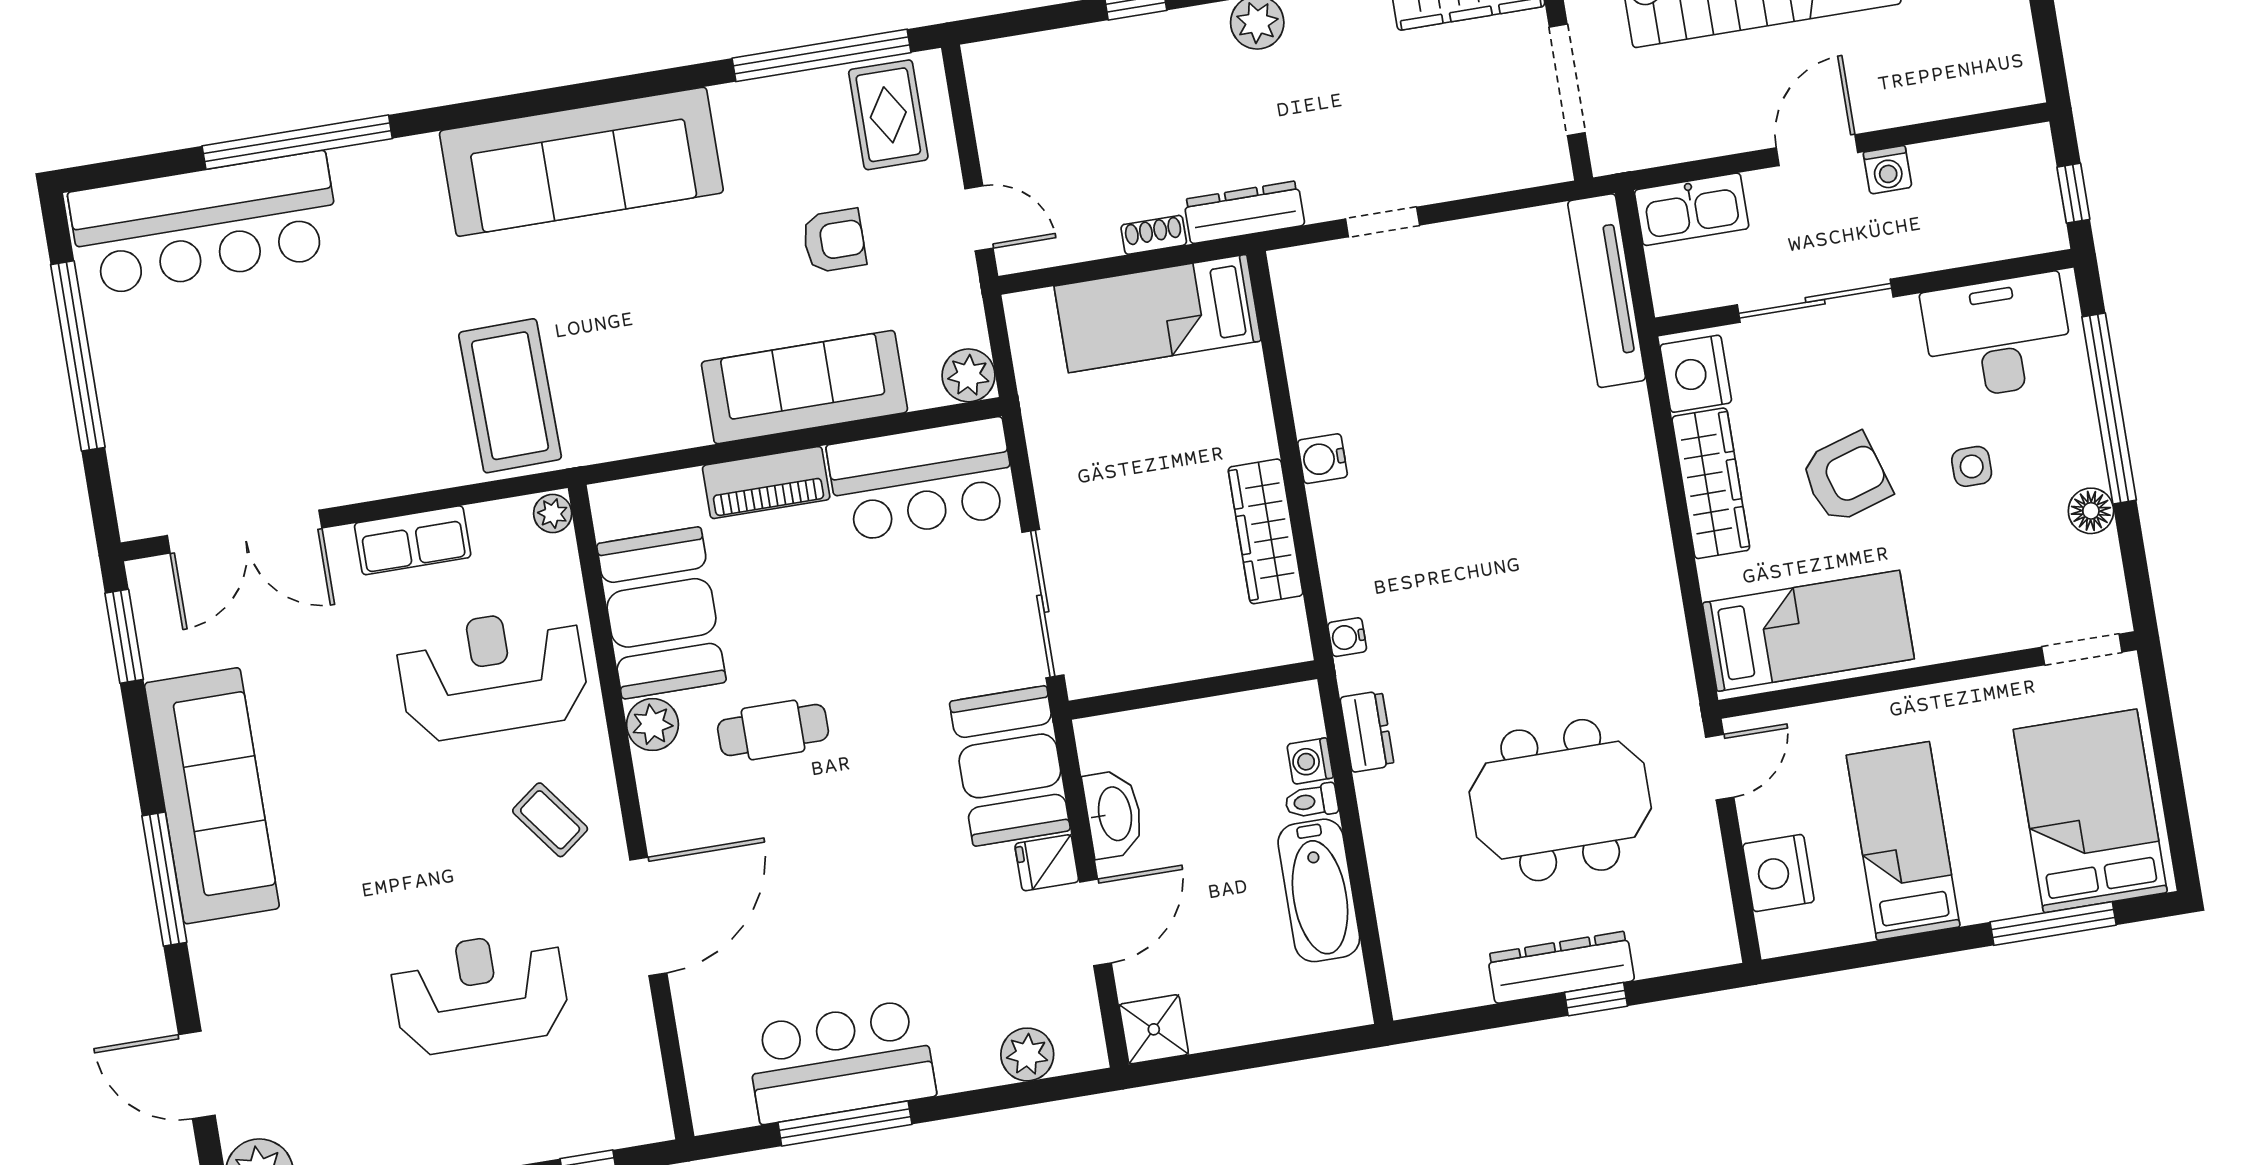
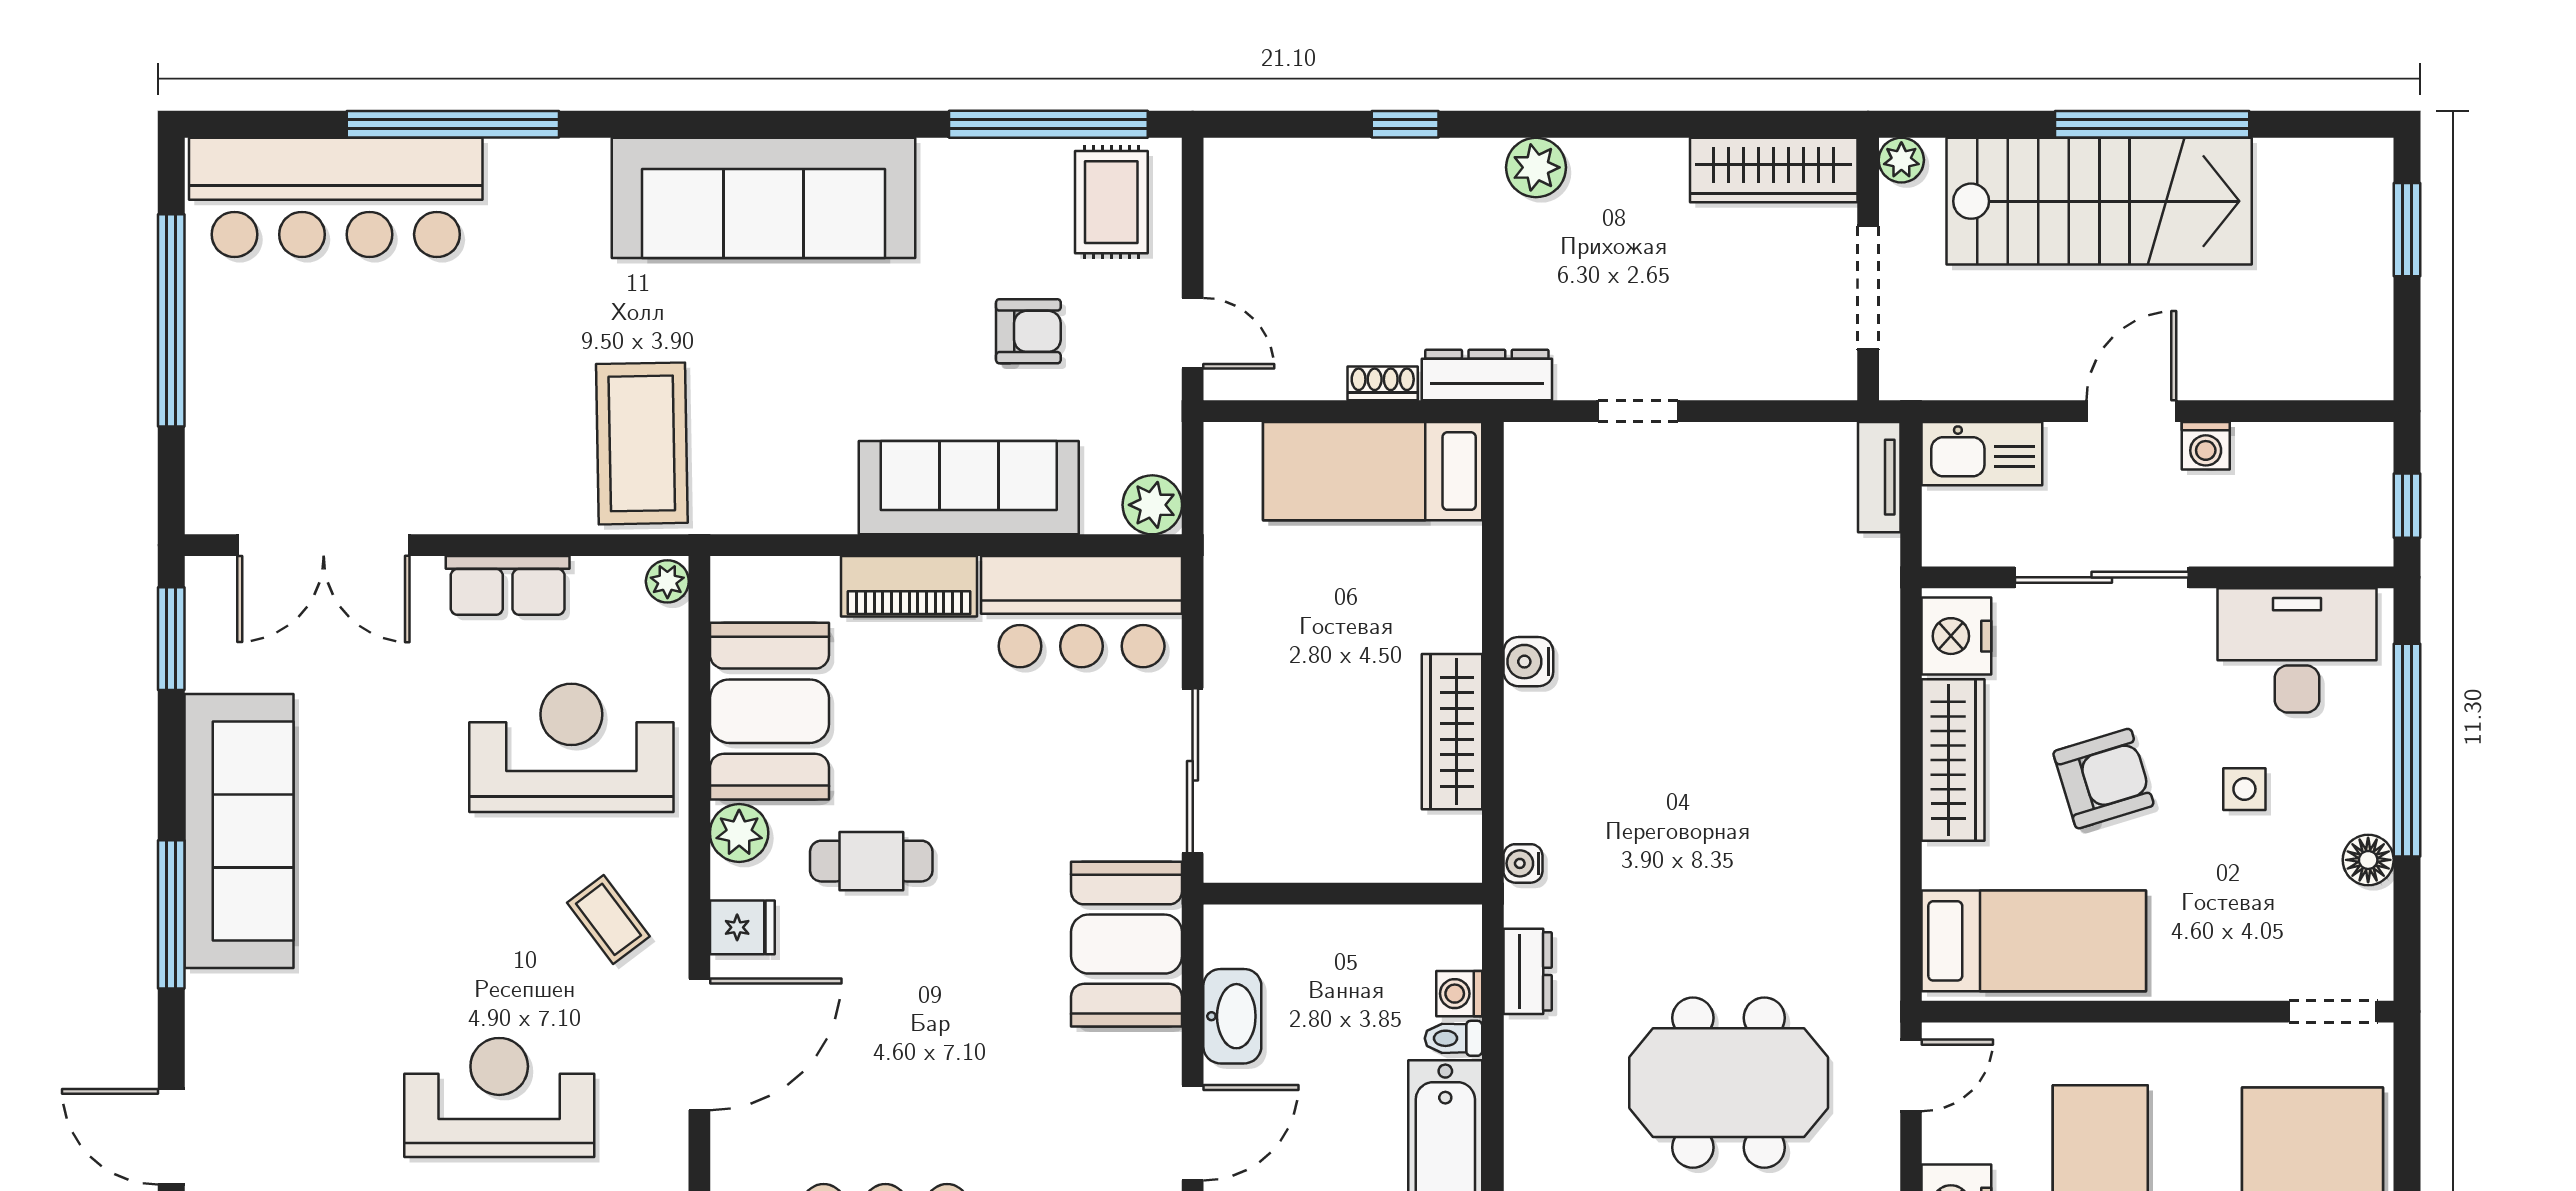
tv unit: (1607, 291) -> (1879, 477), width x0.52, depth x0.78
fridge: (1047, 863) -> (742, 927), moved, turned 180

